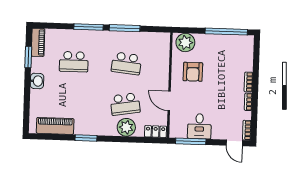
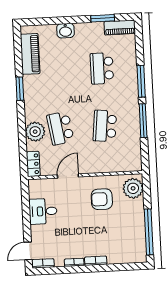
washbasin: (37, 81) -> (65, 31), moved
window: (191, 141) -> (26, 203), removed

